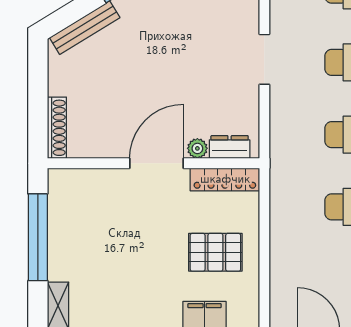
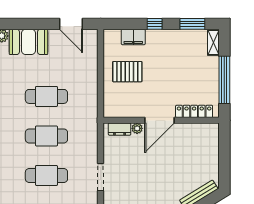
shoe rack: (57, 128) -> (214, 140), removed
locker: (225, 179) -> (194, 111), moved

